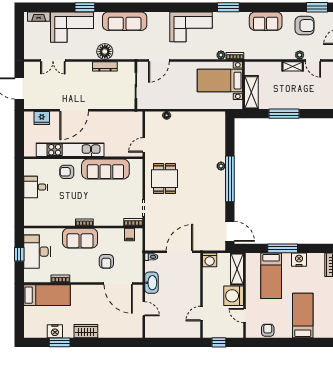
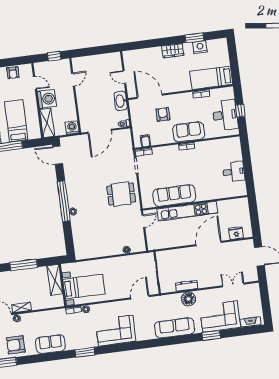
kitchen unit: (70, 150) -> (187, 211), moved
armchair: (67, 172) -> (208, 189), removed
dining table: (165, 179) -> (121, 194), turned 90

